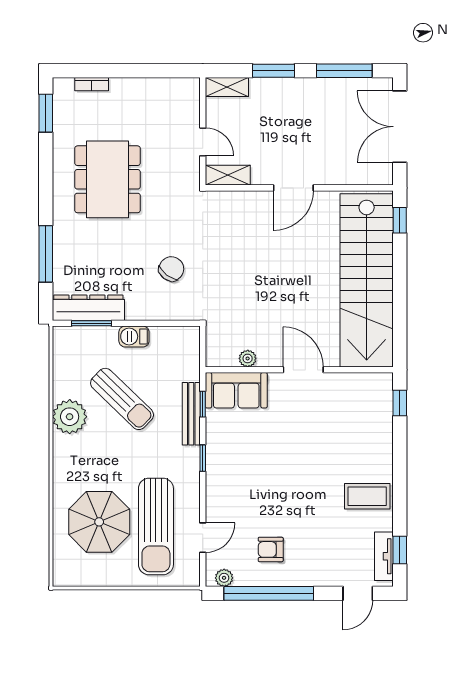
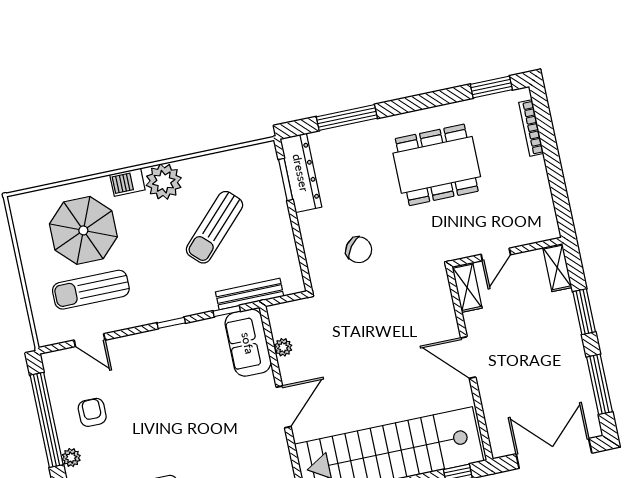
bookcase: (92, 84) -> (531, 128), width x1.56
barbecue: (134, 336) -> (127, 182), moved, turned -90
bench: (191, 414) -> (250, 294), moved
plant: (70, 417) -> (164, 182), moved
sun lounger: (156, 526) -> (91, 290), width x0.73, depth x0.75
plant: (224, 578) -> (71, 458), moved

